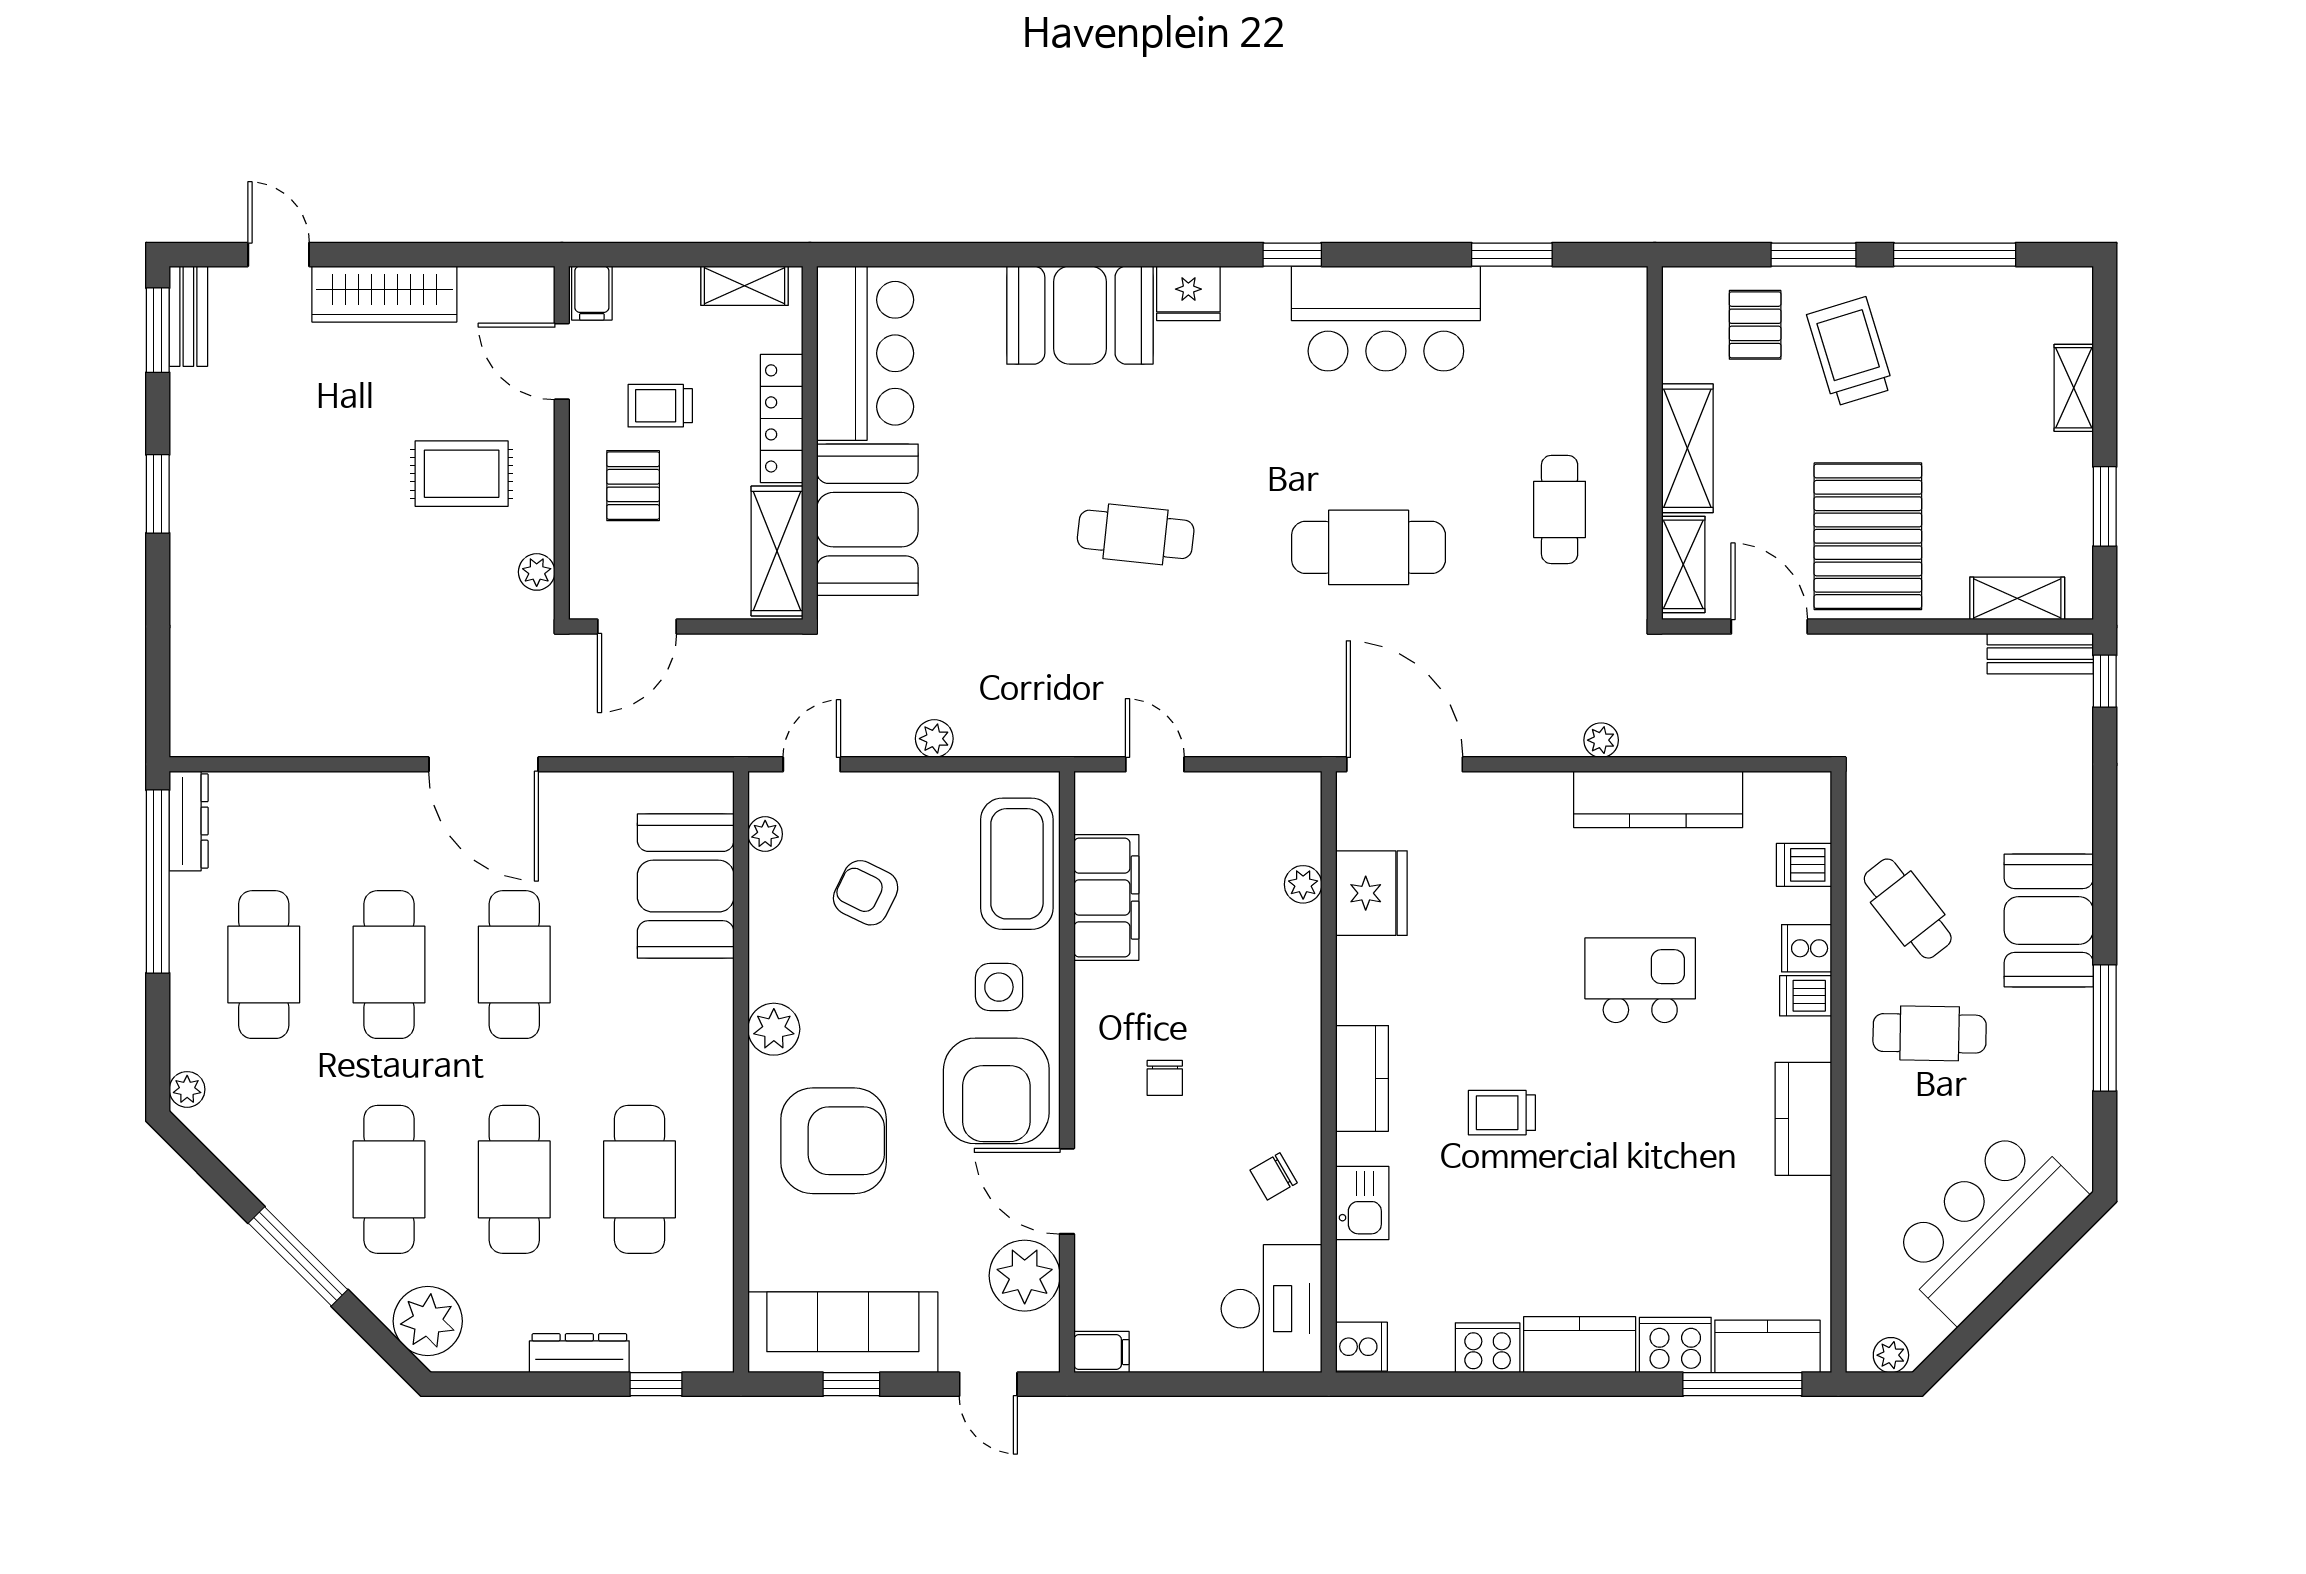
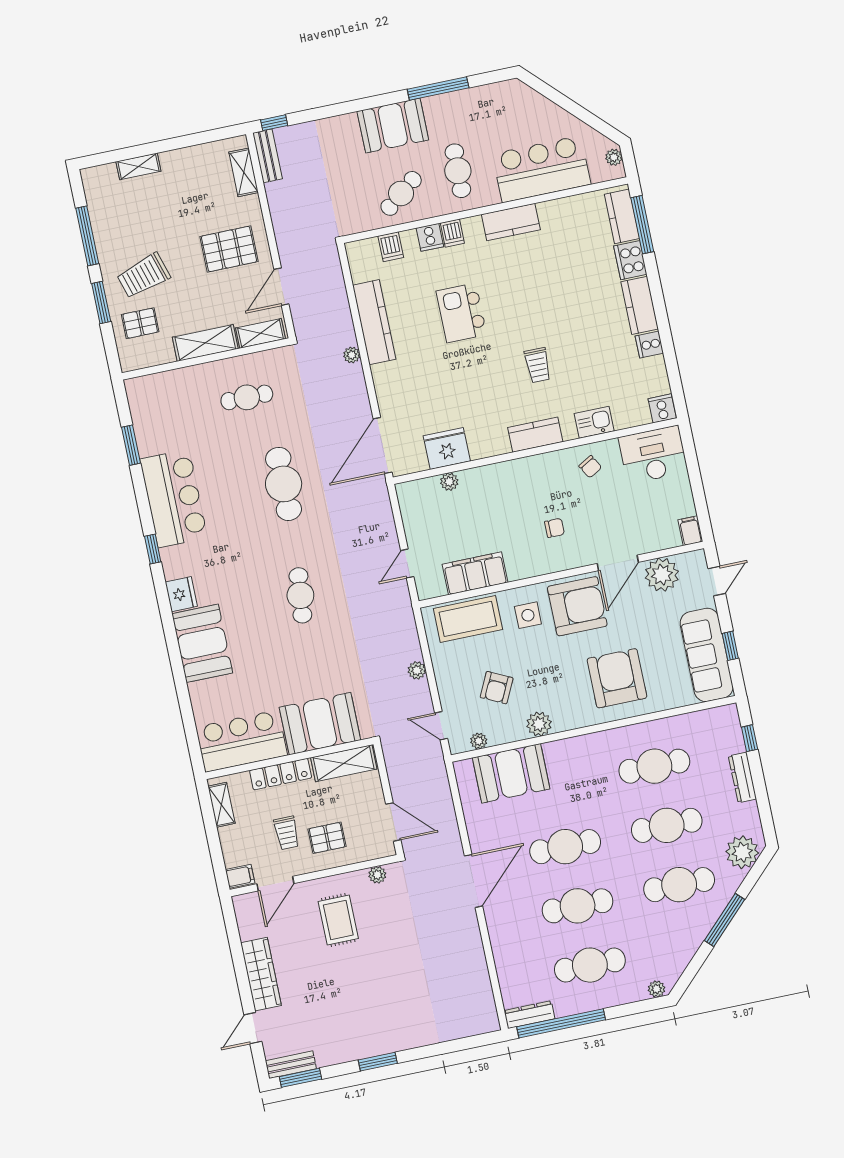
window: (2105, 506) -> (192, 140), removed
pallet: (1868, 536) -> (229, 249), width x0.73, depth x0.71
plant: (774, 1029) -> (539, 724), moved
bar counter: (1987, 1224) -> (542, 169), moved, turned 135
cooker: (1488, 1348) -> (649, 345), width x0.73

